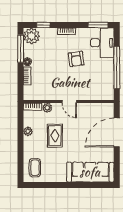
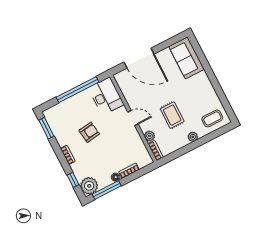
desk: (102, 43) -> (106, 96), moved, turned 90
door: (69, 102) -> (133, 118), hinge flipped
plant: (28, 131) -> (193, 137), moved
rug: (55, 136) -> (172, 115), turned 90
sofa: (90, 172) -> (186, 58), width x0.73

